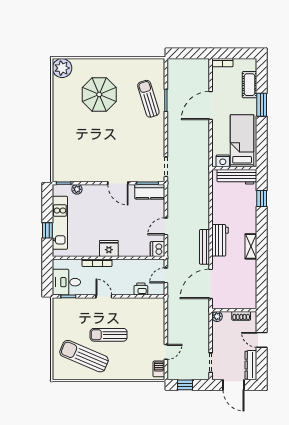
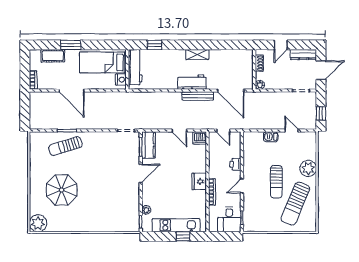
printer: (141, 289) -> (235, 164), moved
barbecue: (159, 369) -> (271, 137), moved
plant: (123, 371) -> (308, 168), added

